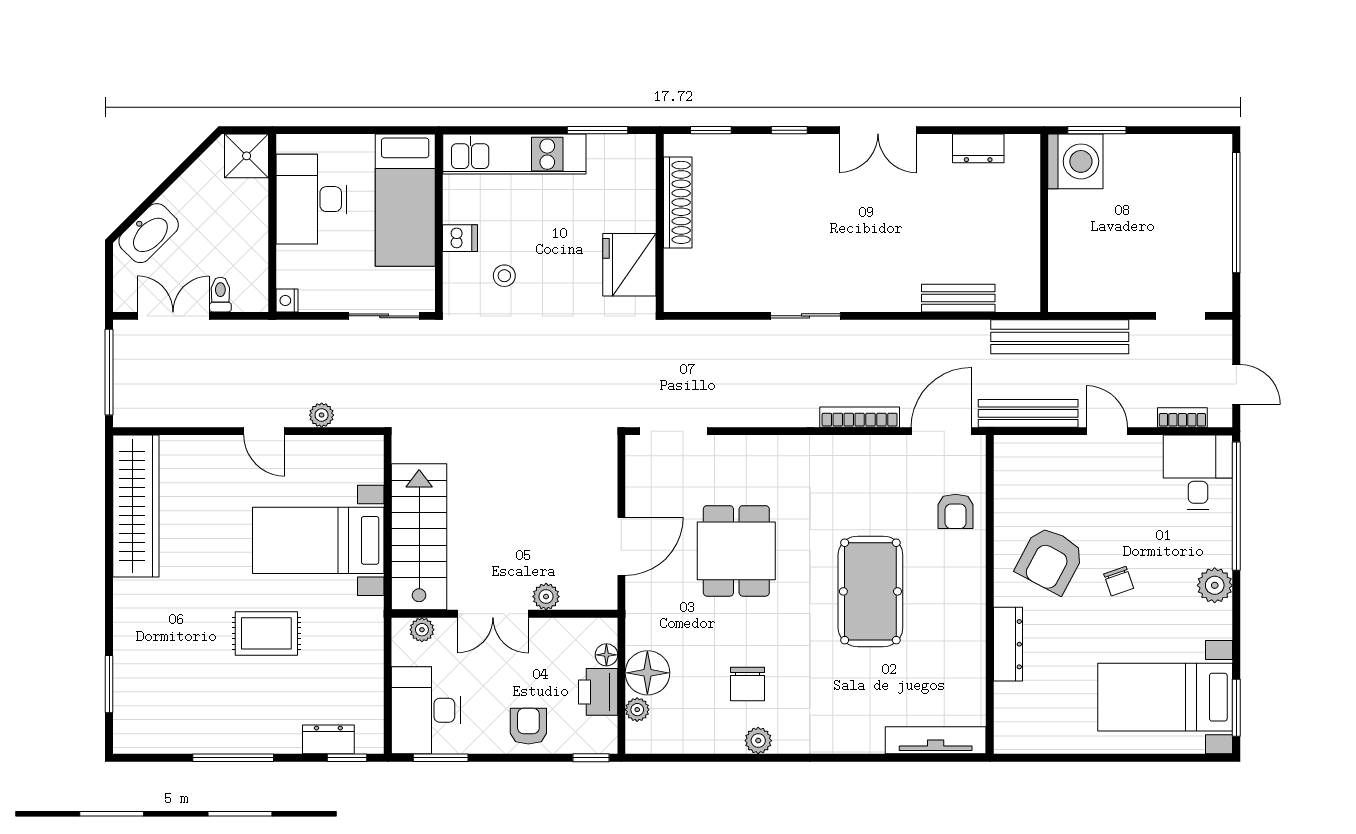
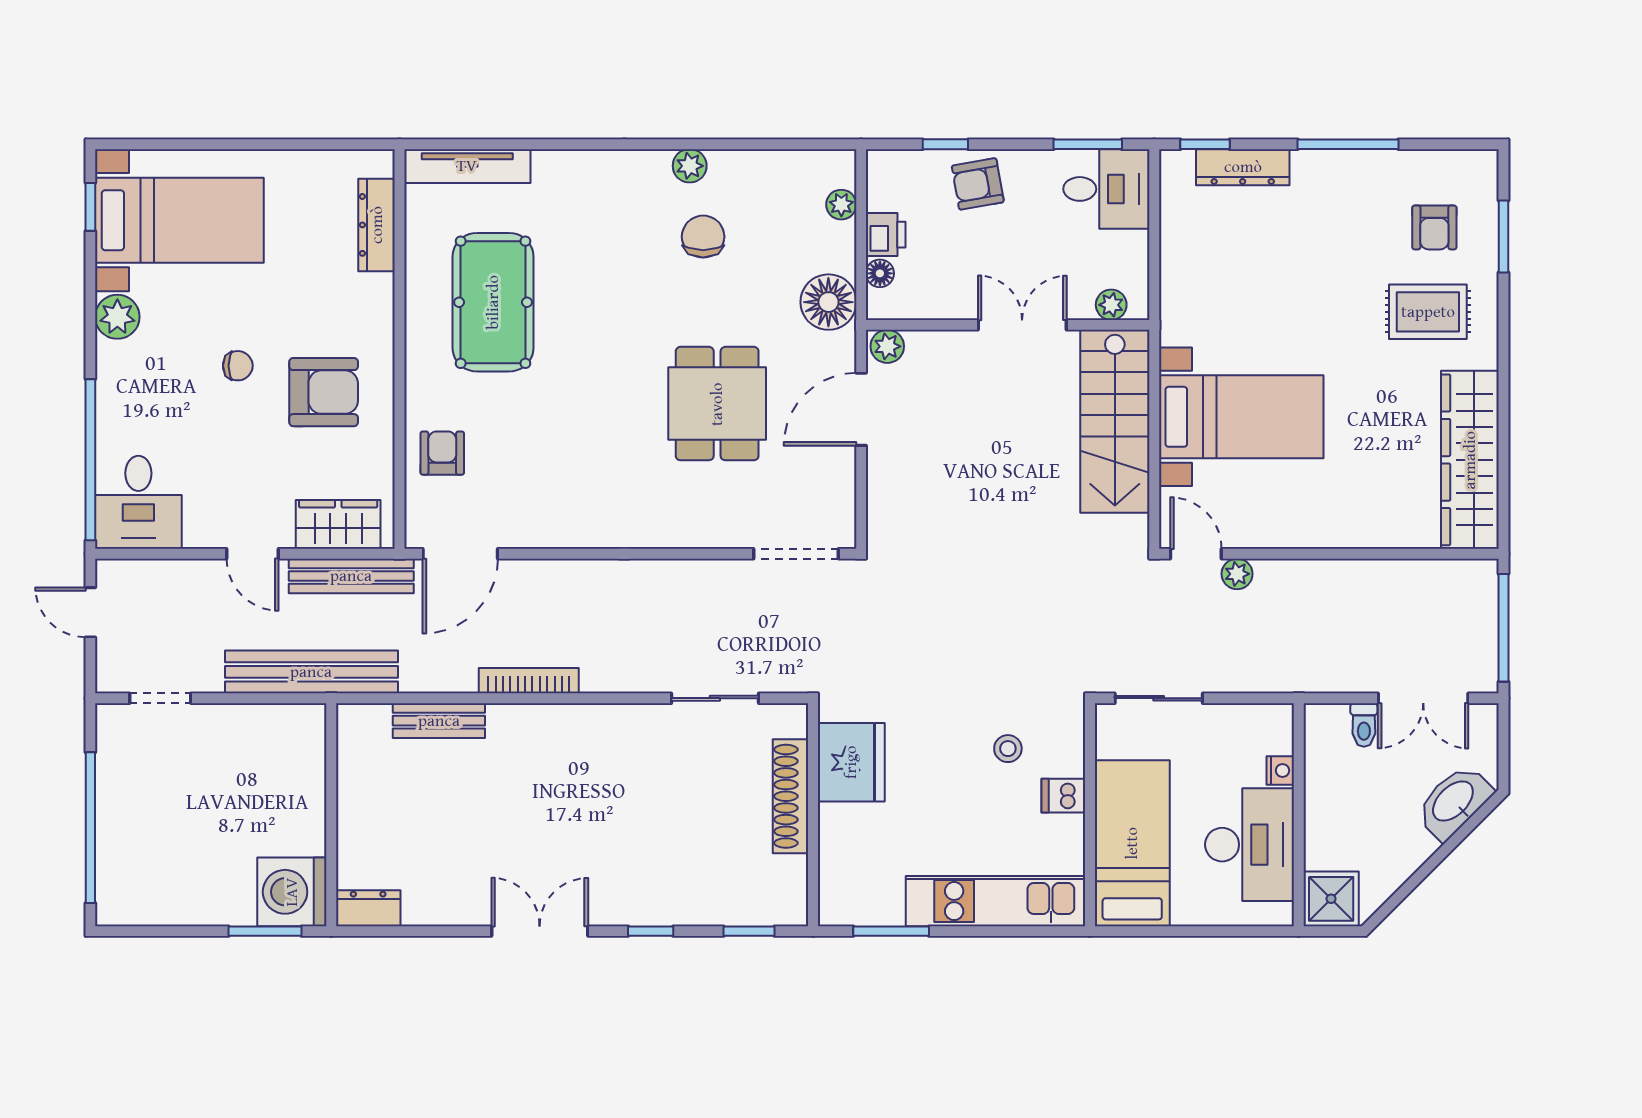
dresser: (978, 148) -> (368, 908), moved
shoe rack: (678, 202) -> (791, 796), moved
nightstand: (287, 300) -> (1280, 770), moved
sliding door: (805, 316) -> (715, 698), moved
bookcase: (860, 417) -> (529, 681), moved, turned 180
bookcase: (1182, 417) -> (158, 571), removed
door: (264, 431) -> (1196, 554), moved
wardrobe: (1039, 455) -> (338, 524), added
armchair: (1050, 560) -> (324, 392), turned 62
chair: (1119, 581) -> (238, 366), turned 109
plant: (1215, 585) -> (117, 317), moved
pool table: (870, 591) -> (493, 302), moved
plant: (546, 597) -> (887, 346), moved
rug: (266, 633) -> (1428, 312), moved
dresser: (1008, 644) -> (377, 225), moved
floor lamp: (647, 673) -> (828, 302), moved
armchair: (164, 691) -> (1434, 227), added
printer: (598, 692) -> (886, 235), width x0.73, depth x0.81
window: (1236, 708) -> (90, 207), width x0.67
desk: (426, 710) -> (1106, 189), width x0.73
armchair: (528, 726) -> (978, 184), turned 80
dresser: (328, 739) -> (1243, 167), width x1.44
window: (591, 758) -> (945, 144), moved

